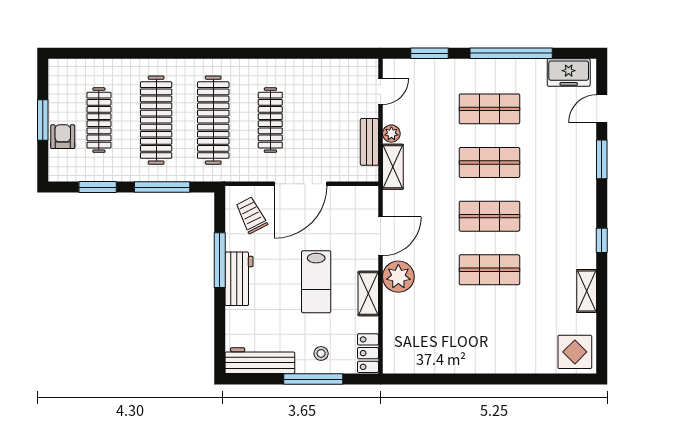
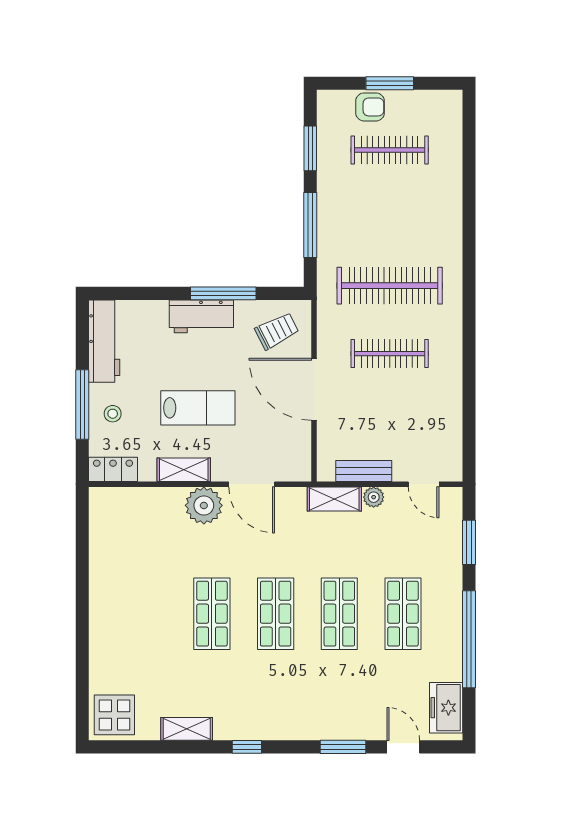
clothes rail: (156, 120) -> (390, 218), removed
lab bench: (316, 282) -> (198, 408), turned 180

